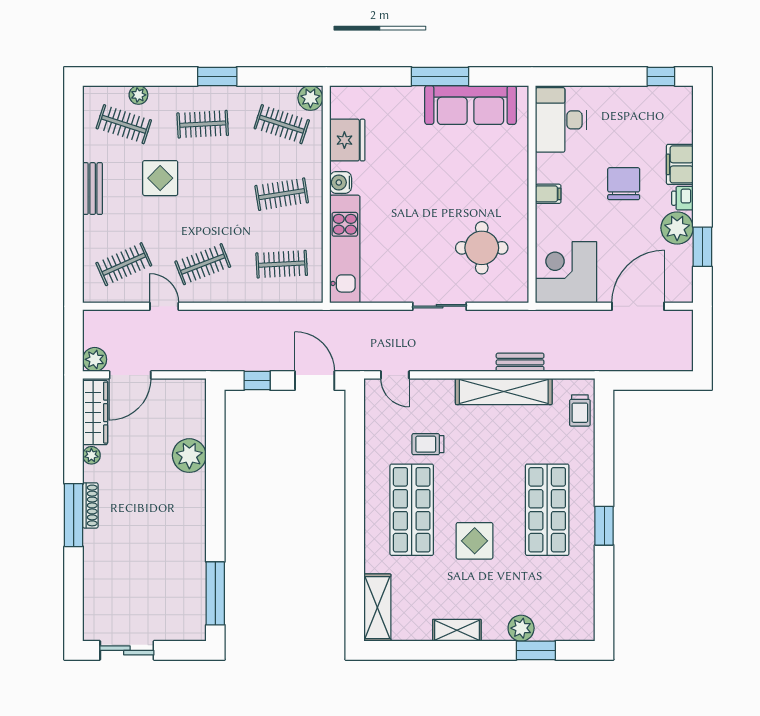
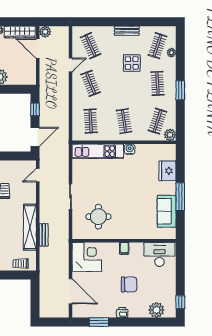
sofa: (471, 105) -> (167, 211), width x0.73
fridge: (347, 140) -> (167, 171), moved, turned 90
filing cabinet: (680, 164) -> (138, 311), removed
plant: (677, 228) -> (156, 310), moved

